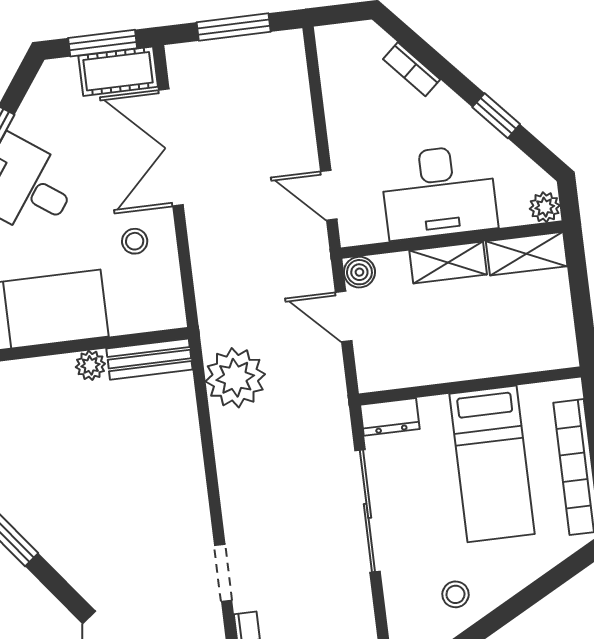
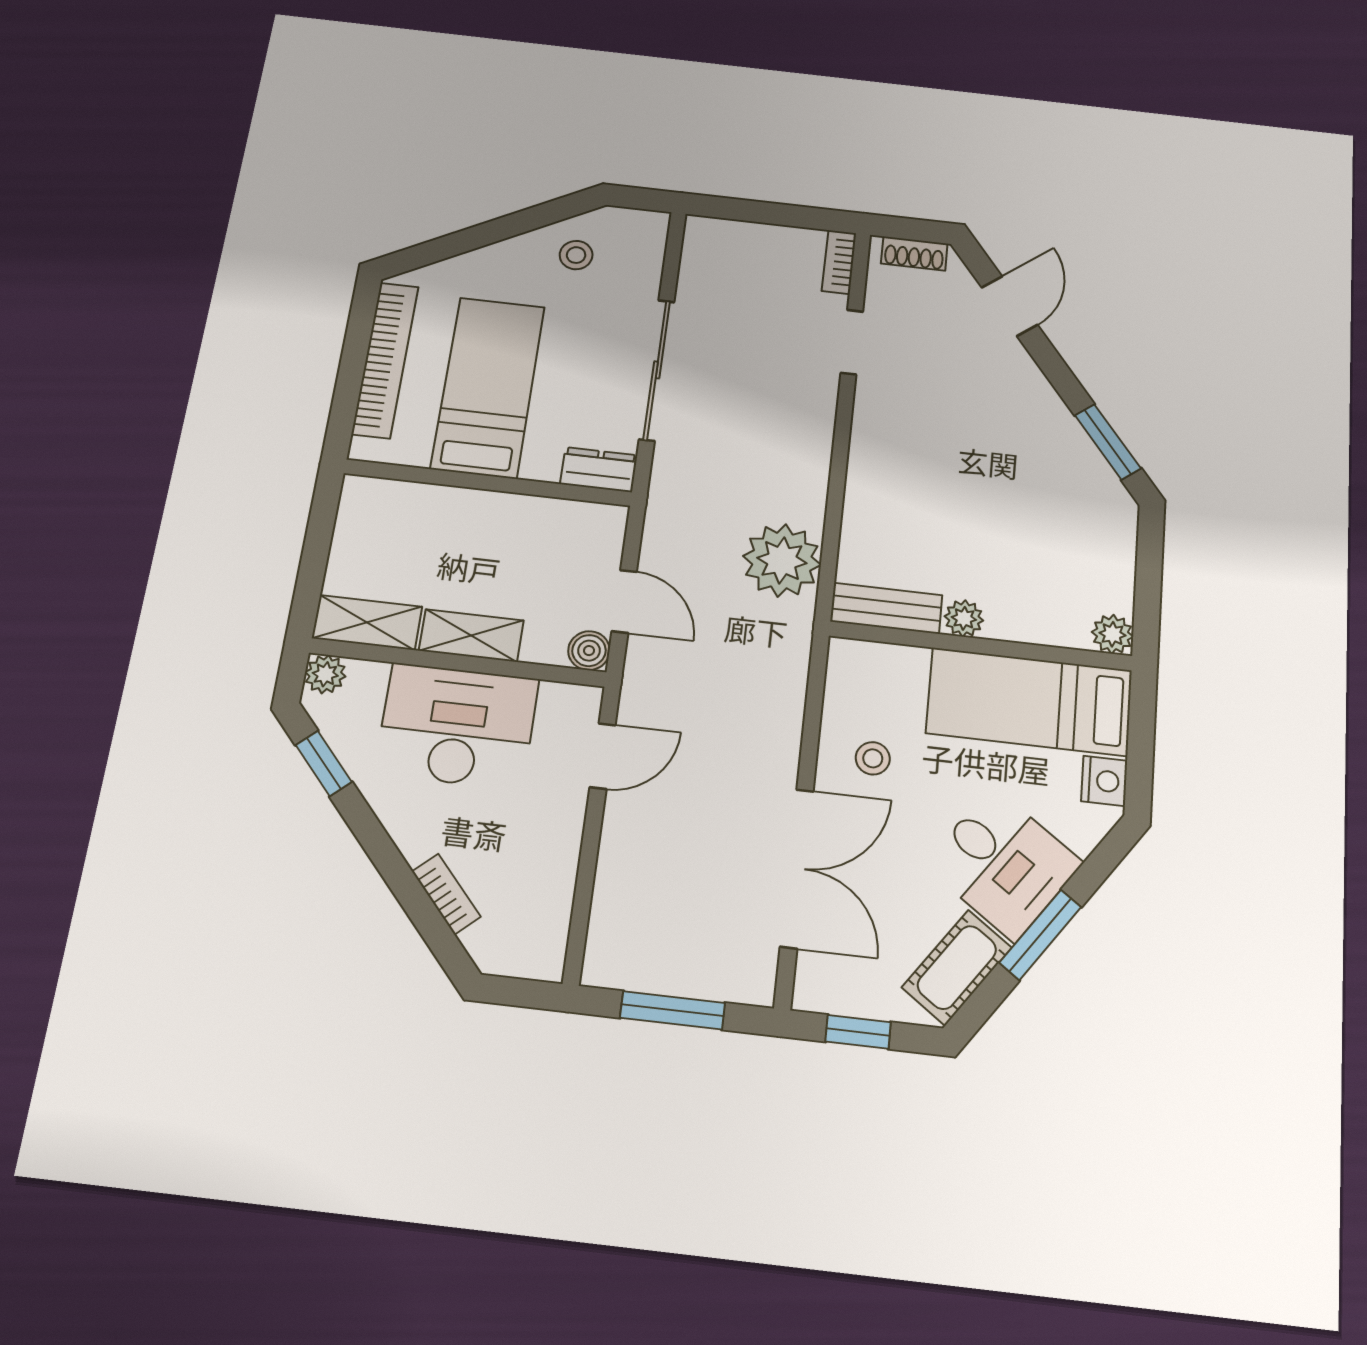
window: (103, 43) -> (858, 1032), width x0.67
cot: (118, 71) -> (957, 967), moved, turned -55
window: (496, 116) -> (324, 763), moved
door: (329, 195) -> (603, 756), hinge flipped

